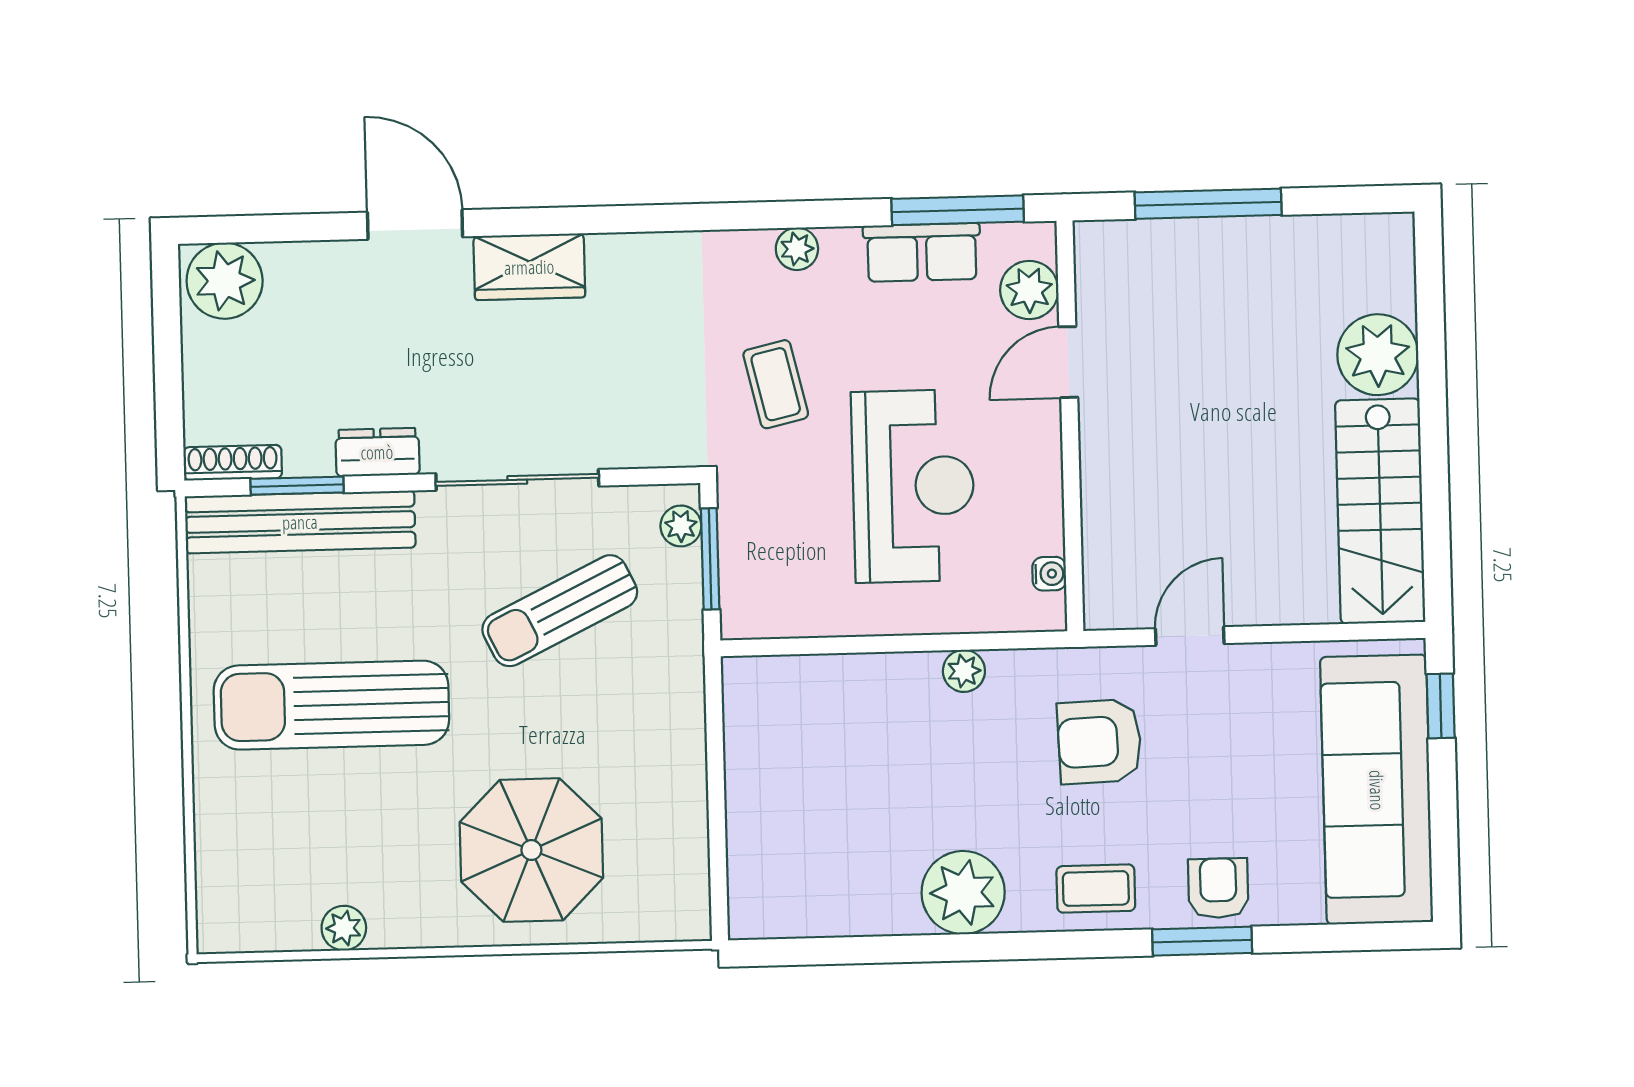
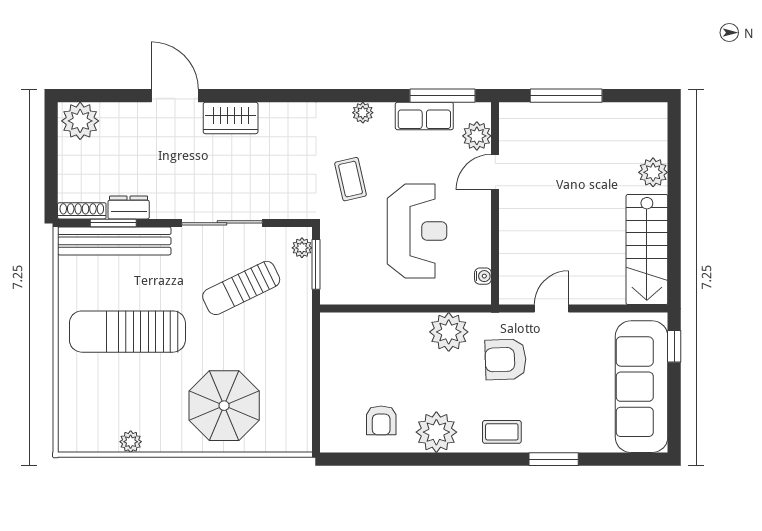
plant: (1378, 355) -> (653, 172), width x0.73, depth x0.73
dresser: (377, 452) -> (129, 207), moved
plant: (964, 671) -> (449, 332), width x1.87, depth x1.87
armchair: (1218, 888) -> (381, 420), moved, turned 180

